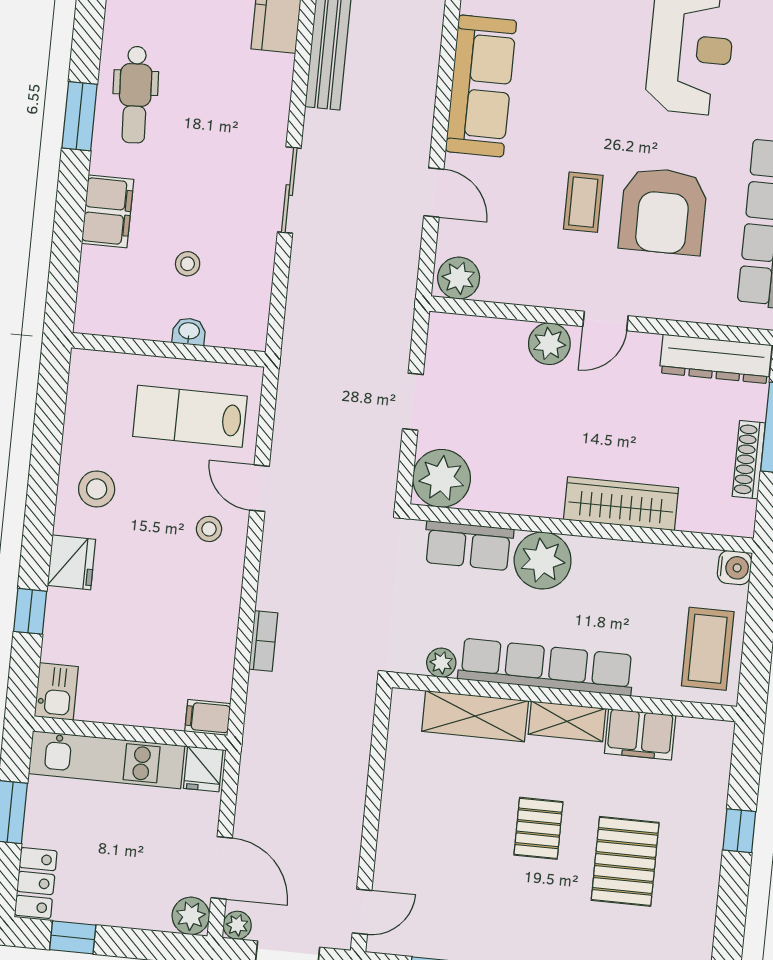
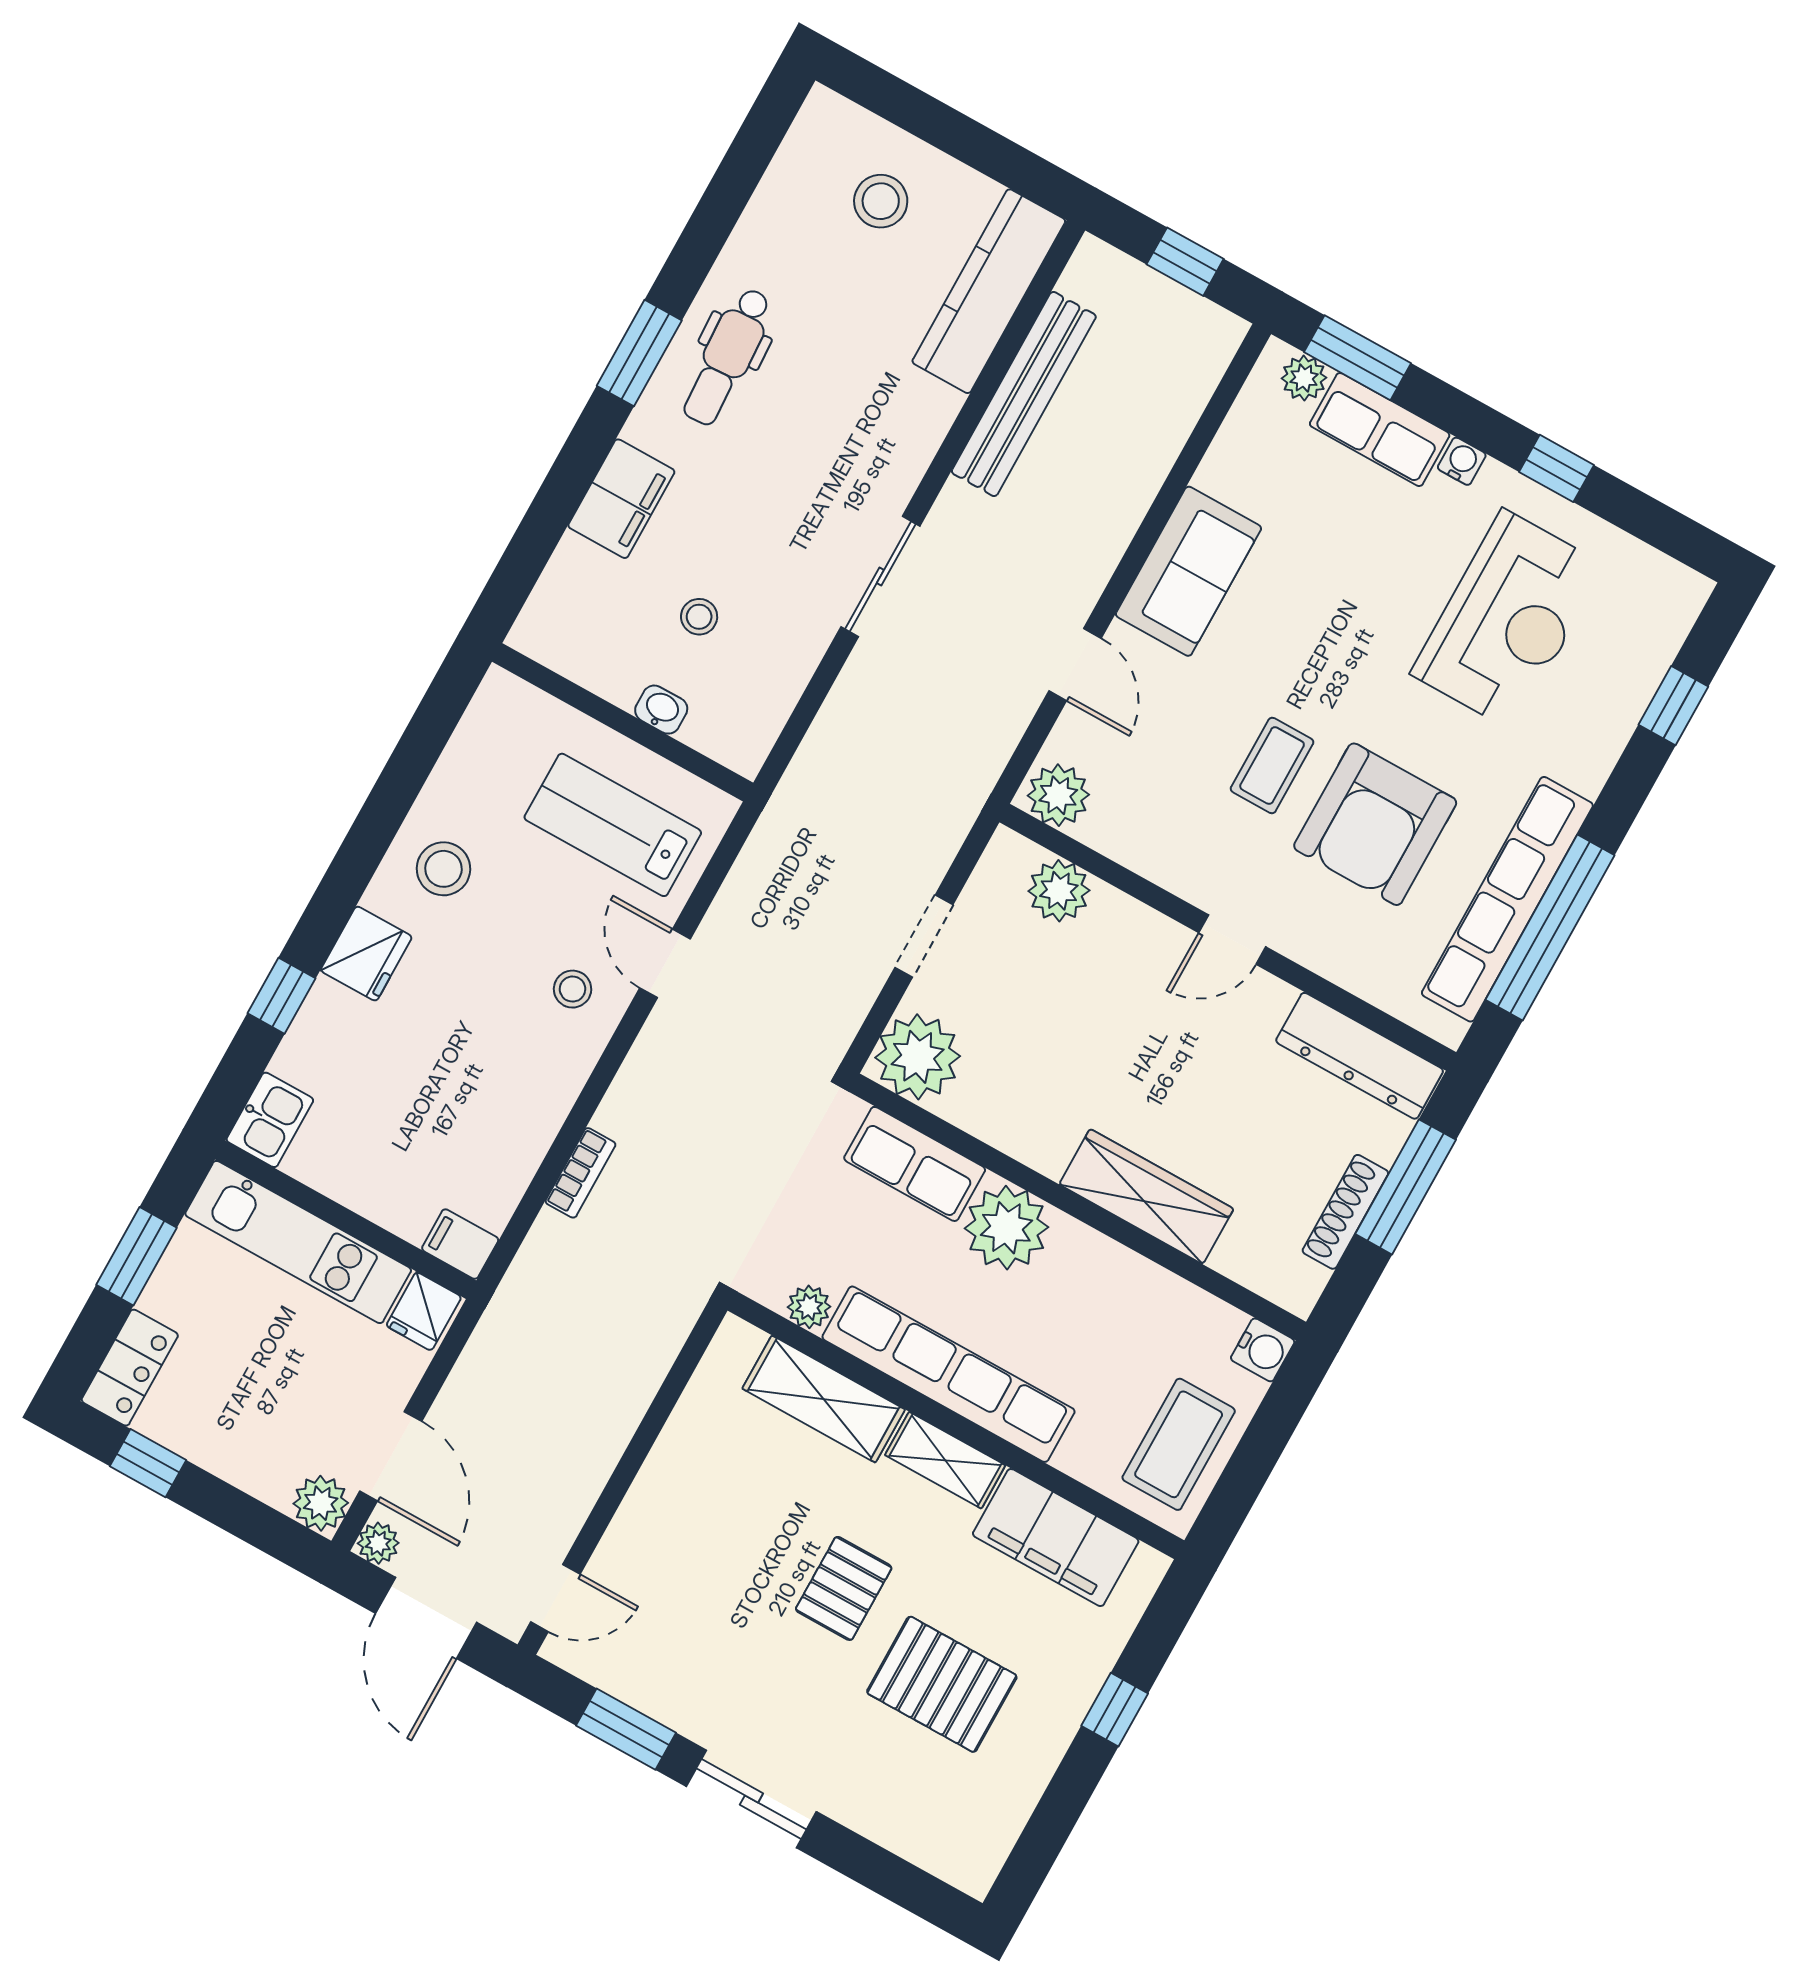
sofa: (481, 86) -> (1188, 571), width x0.73
plant: (549, 344) -> (1059, 891), moved
filing cabinet: (640, 734) -> (1056, 1538), width x1.50, depth x1.17
pallet: (625, 861) -> (942, 1684), turned 90

